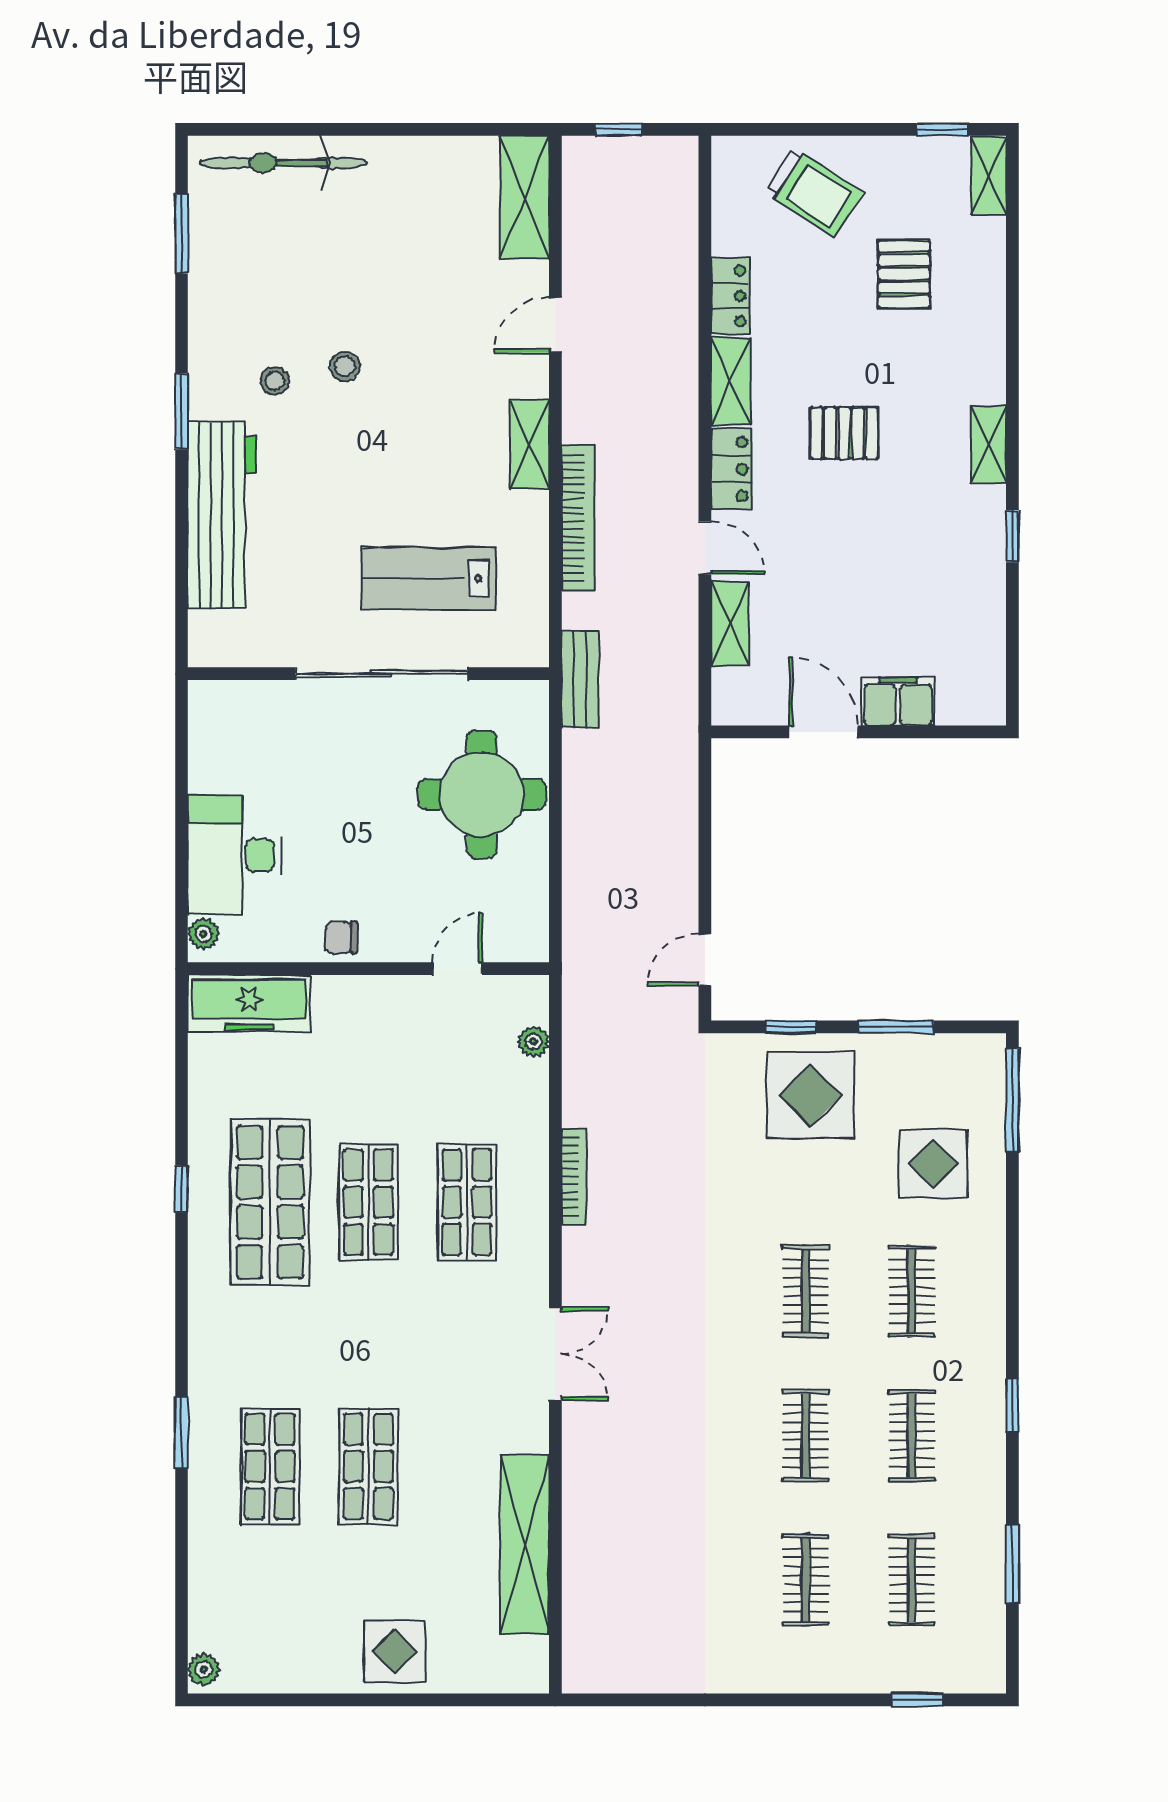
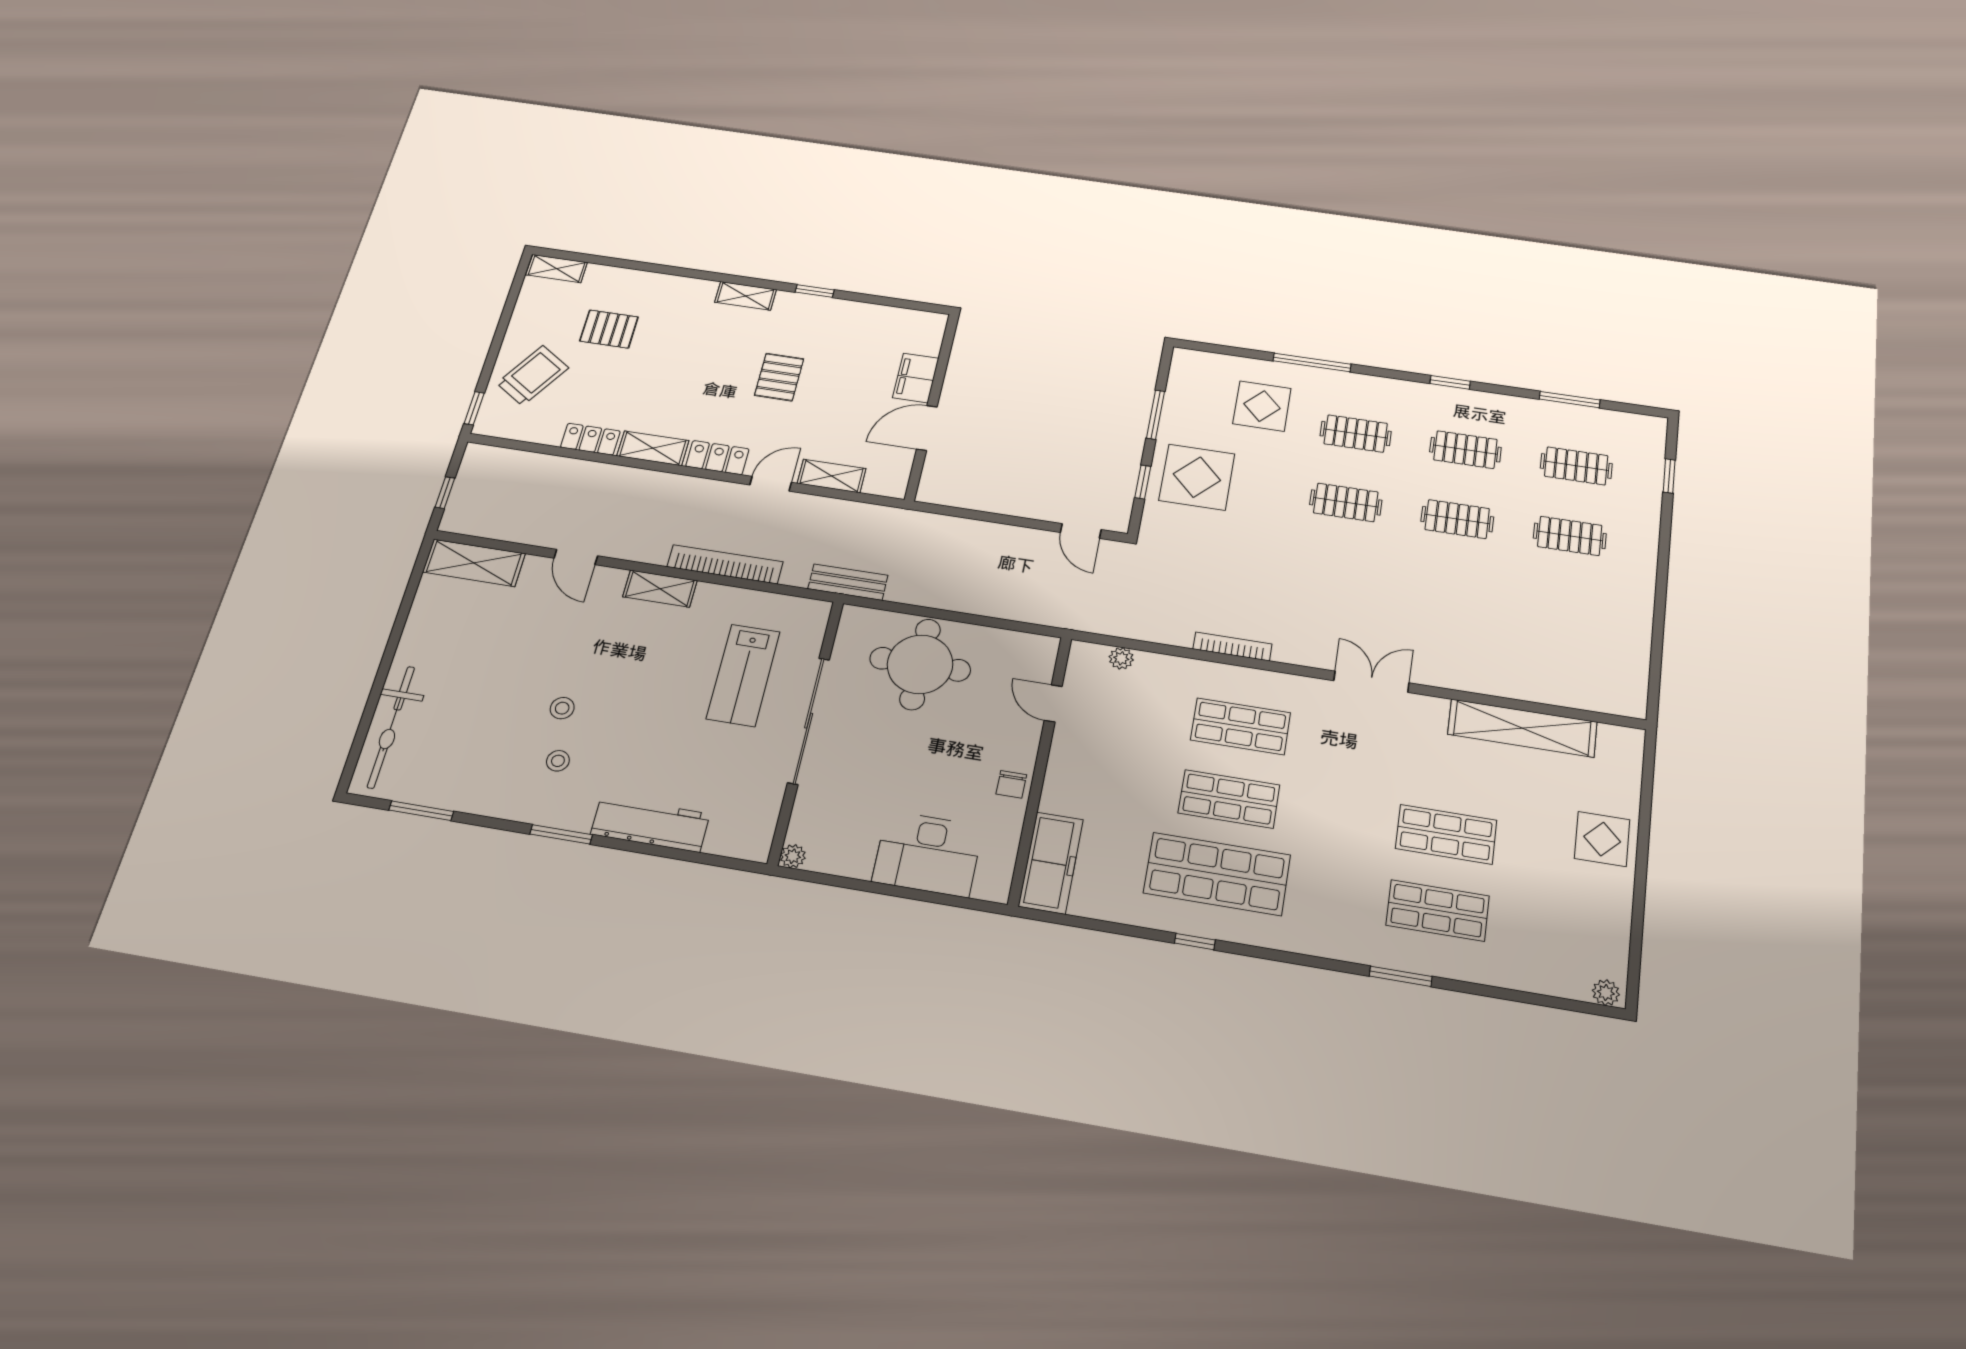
window: (942, 129) -> (474, 408), moved
pallet: (844, 433) -> (779, 377), moved
workbench: (222, 515) -> (650, 824), width x0.73, depth x0.76
plant: (203, 934) -> (793, 856), moved
window: (1012, 1100) -> (1312, 363), moved

